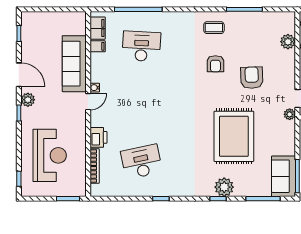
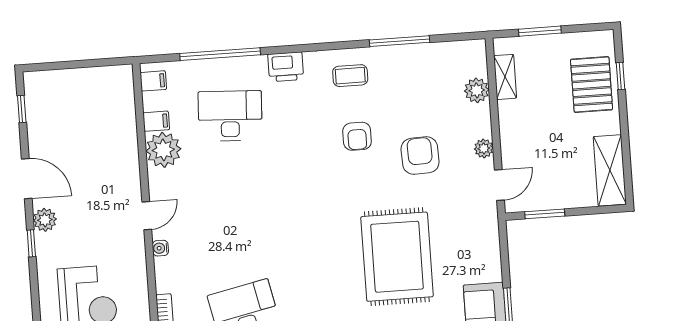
filing cabinet: (98, 28) -> (153, 81), width x0.50
plant: (101, 63) -> (163, 150), added
sofa: (74, 64) -> (119, 153), removed
water cooler: (95, 88) -> (160, 248), moved
plant: (290, 114) -> (484, 148), moved
printer: (98, 137) -> (286, 67), moved, turned 90

